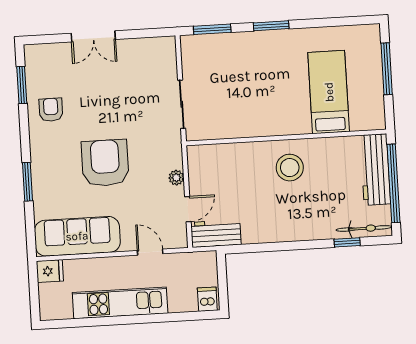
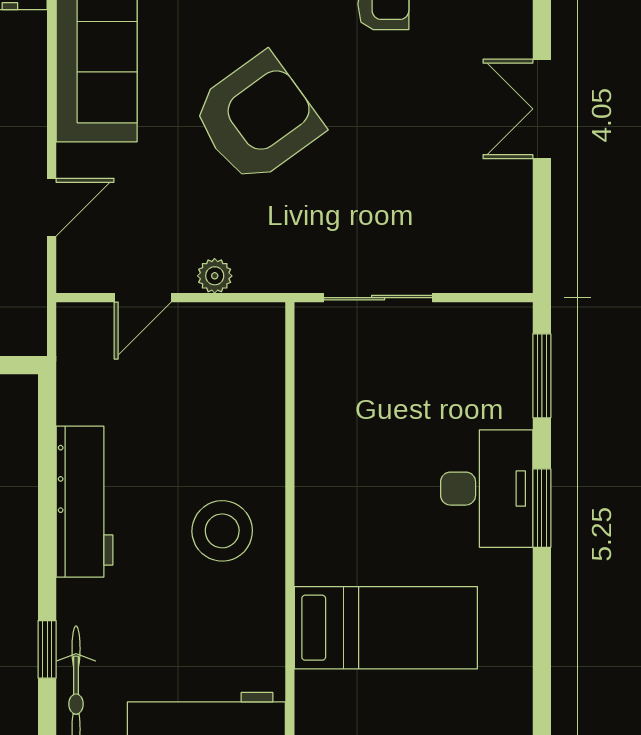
desk: (264, 51) -> (487, 489), added
armchair: (105, 163) -> (257, 118), turned -36
door: (188, 209) -> (143, 298), hinge flipped
workbench: (216, 233) -> (84, 502), moved, width x1.38

